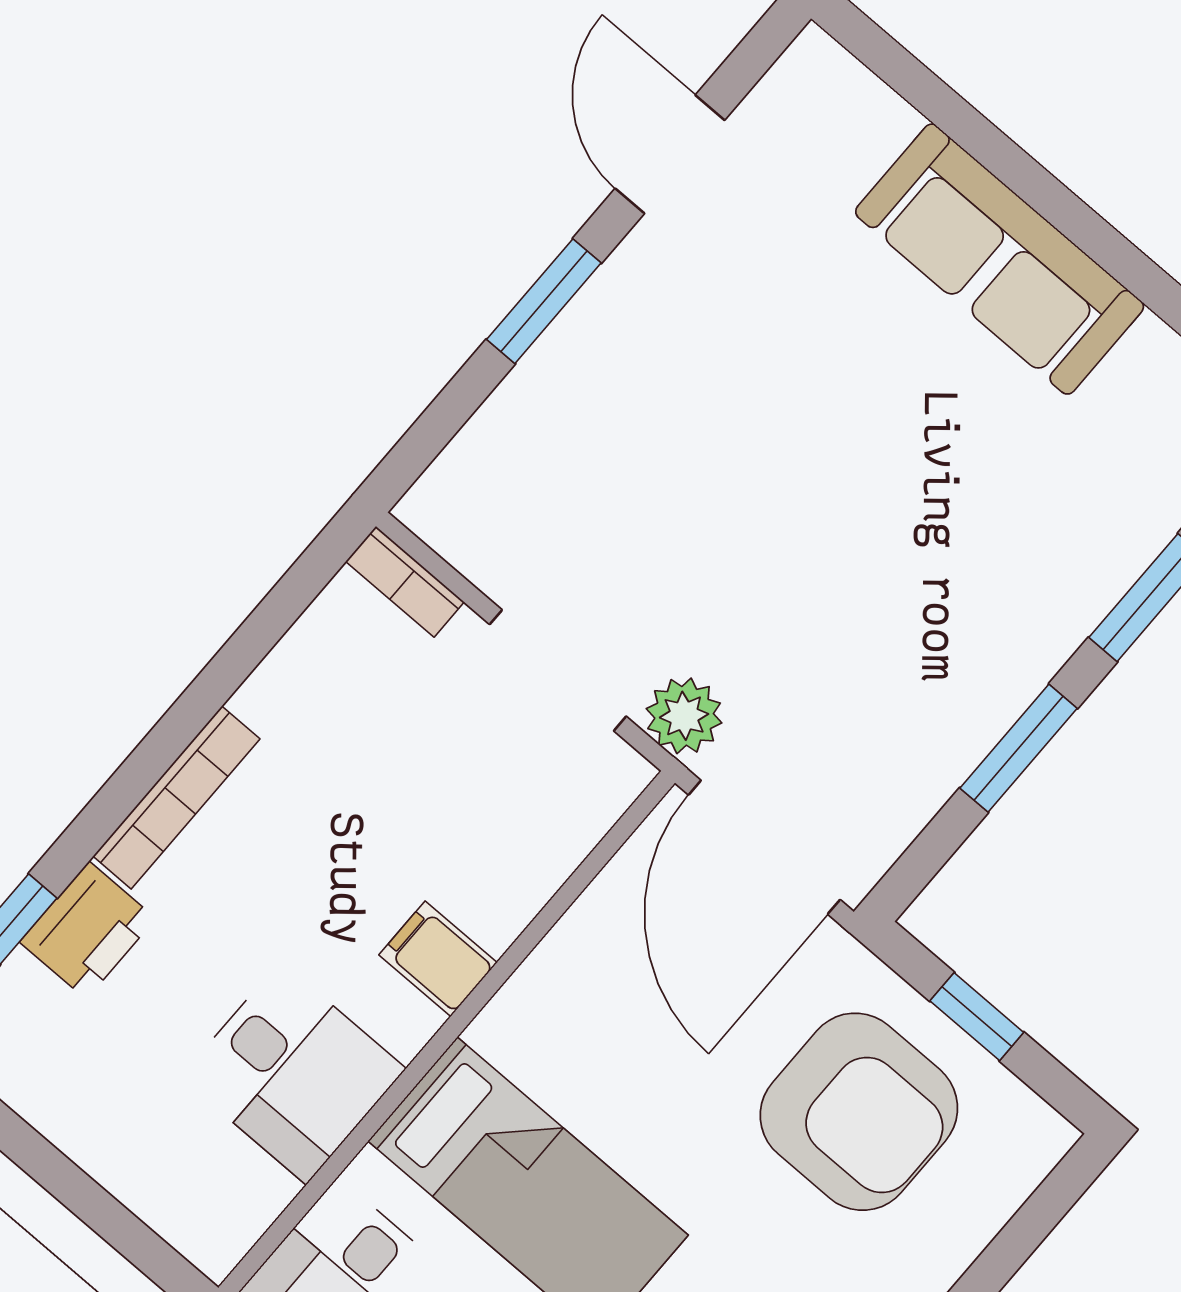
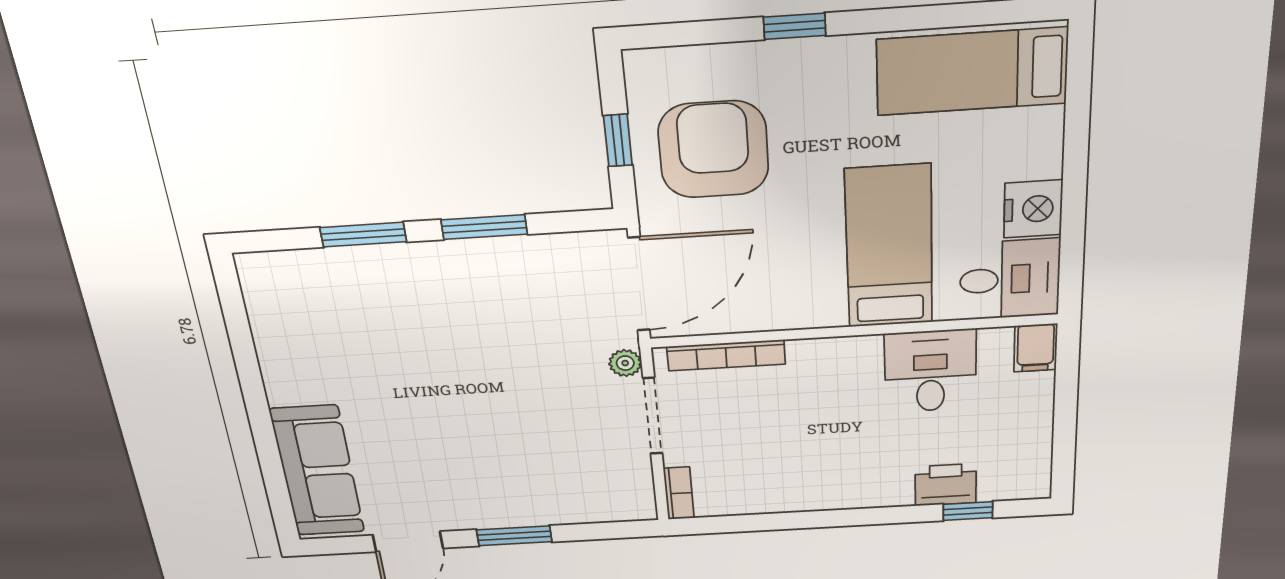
sofa: (1000, 259) -> (317, 471), moved
plant: (684, 716) -> (625, 363), width x0.73, depth x0.73
bookcase: (176, 798) -> (726, 355), moved, turned 180
filing cabinet: (438, 959) -> (1036, 348), moved

